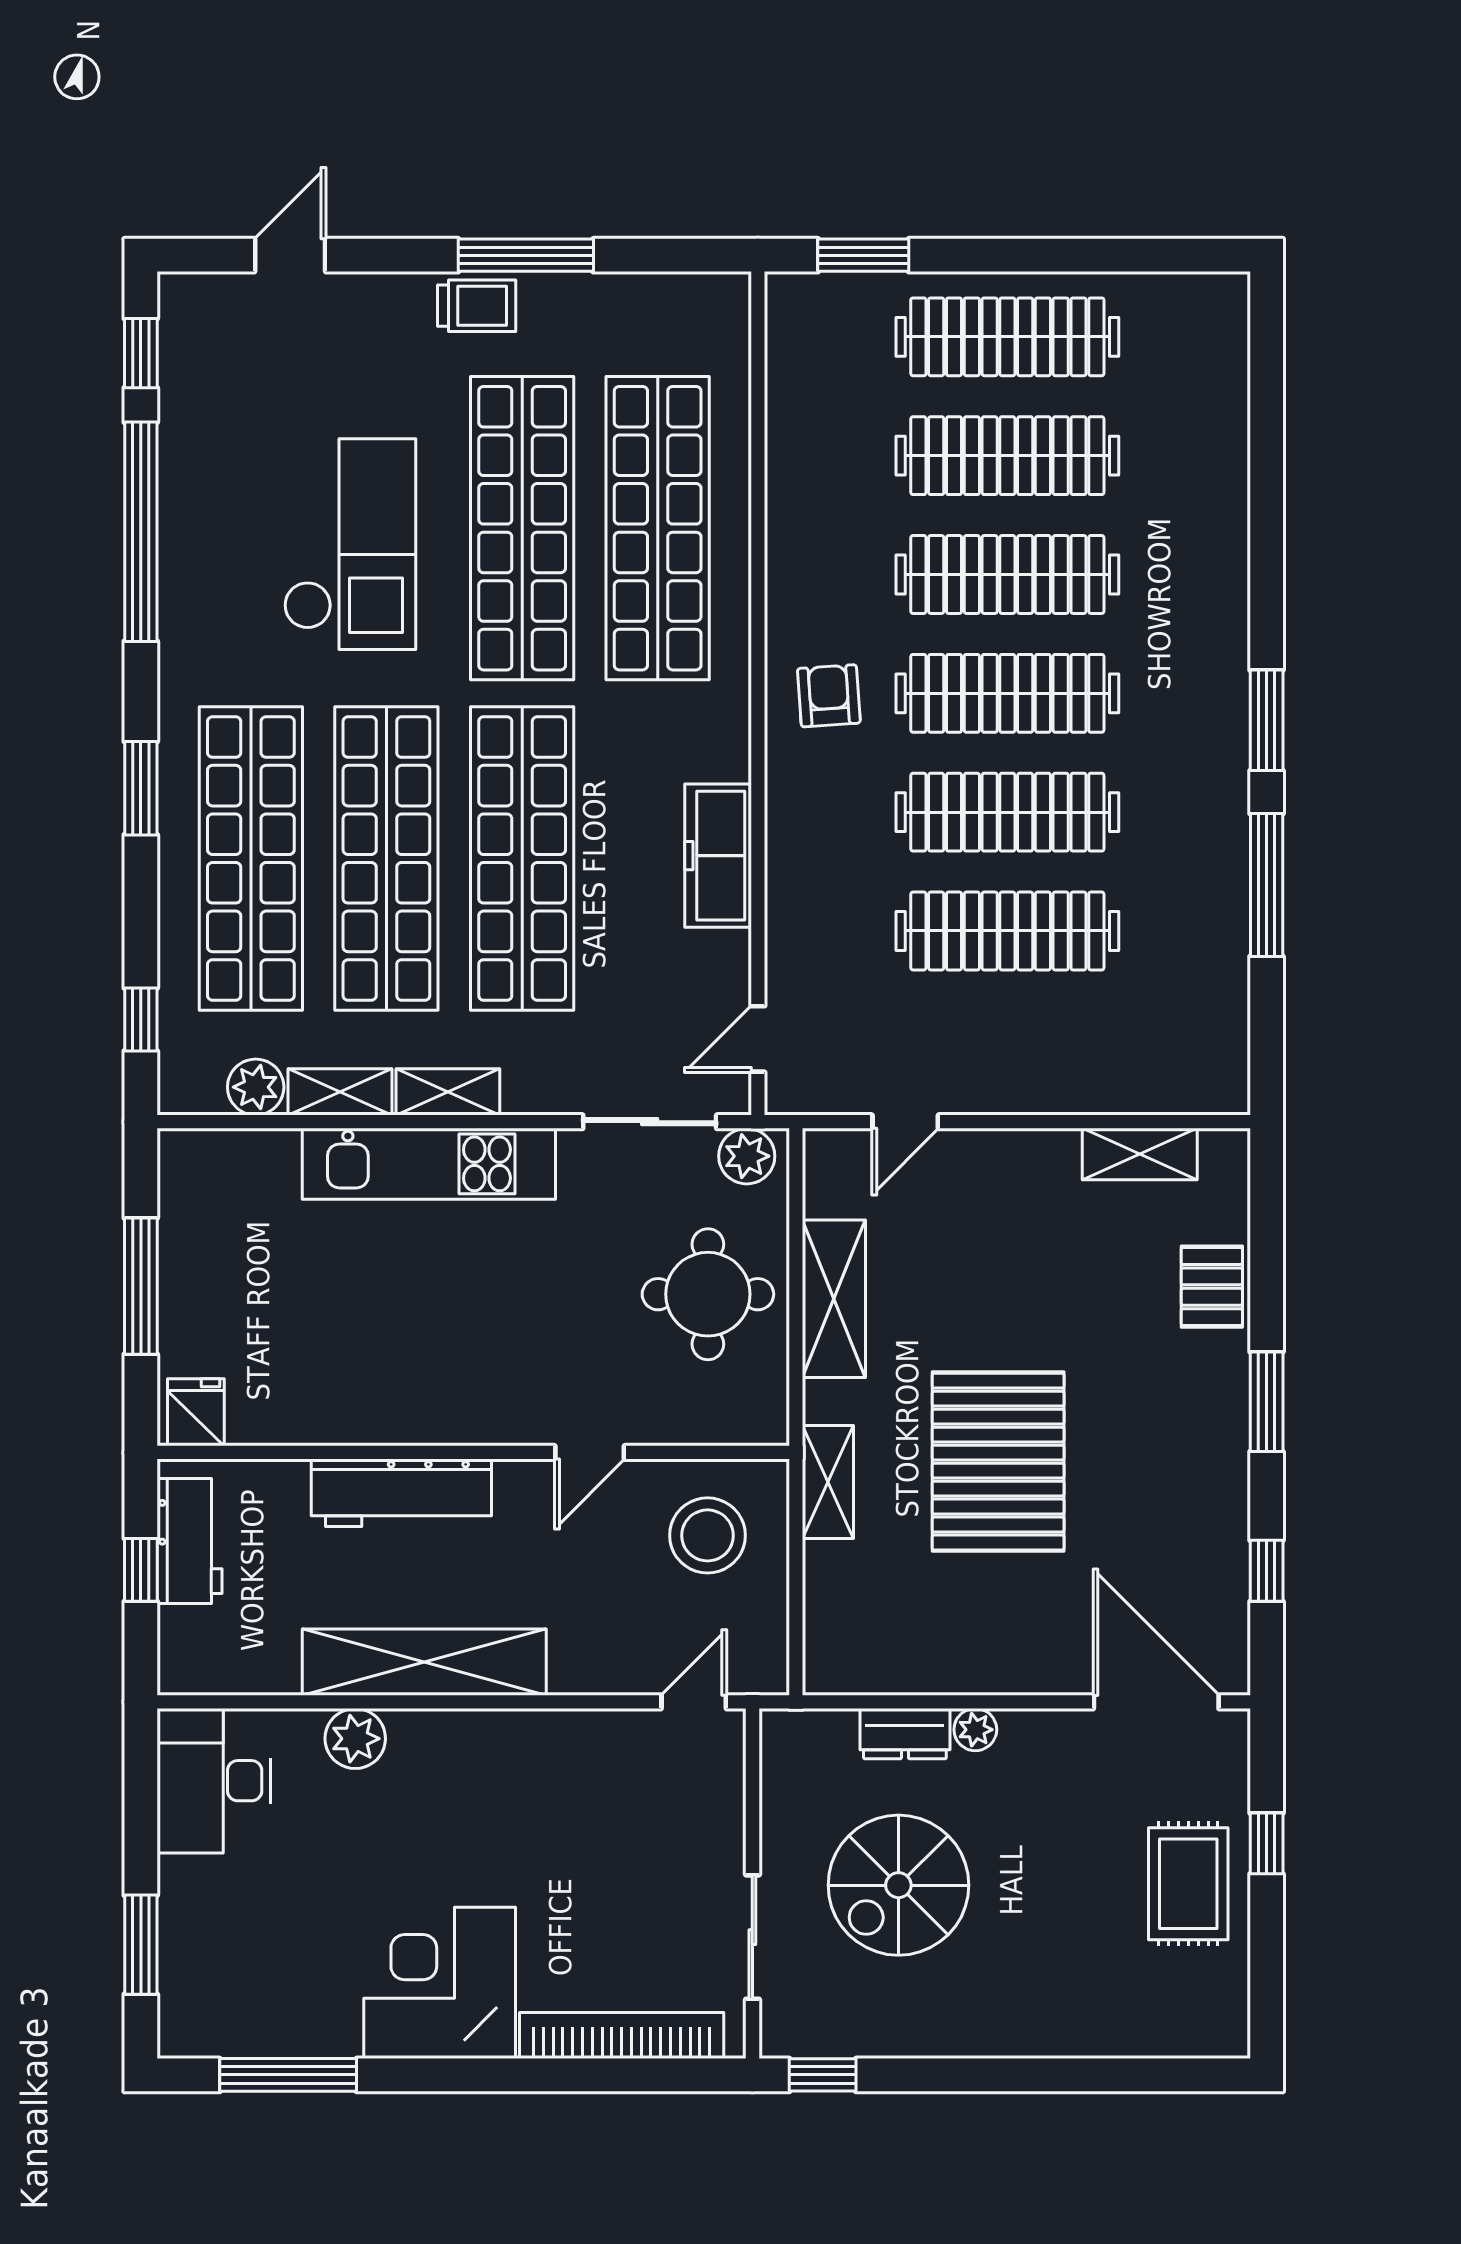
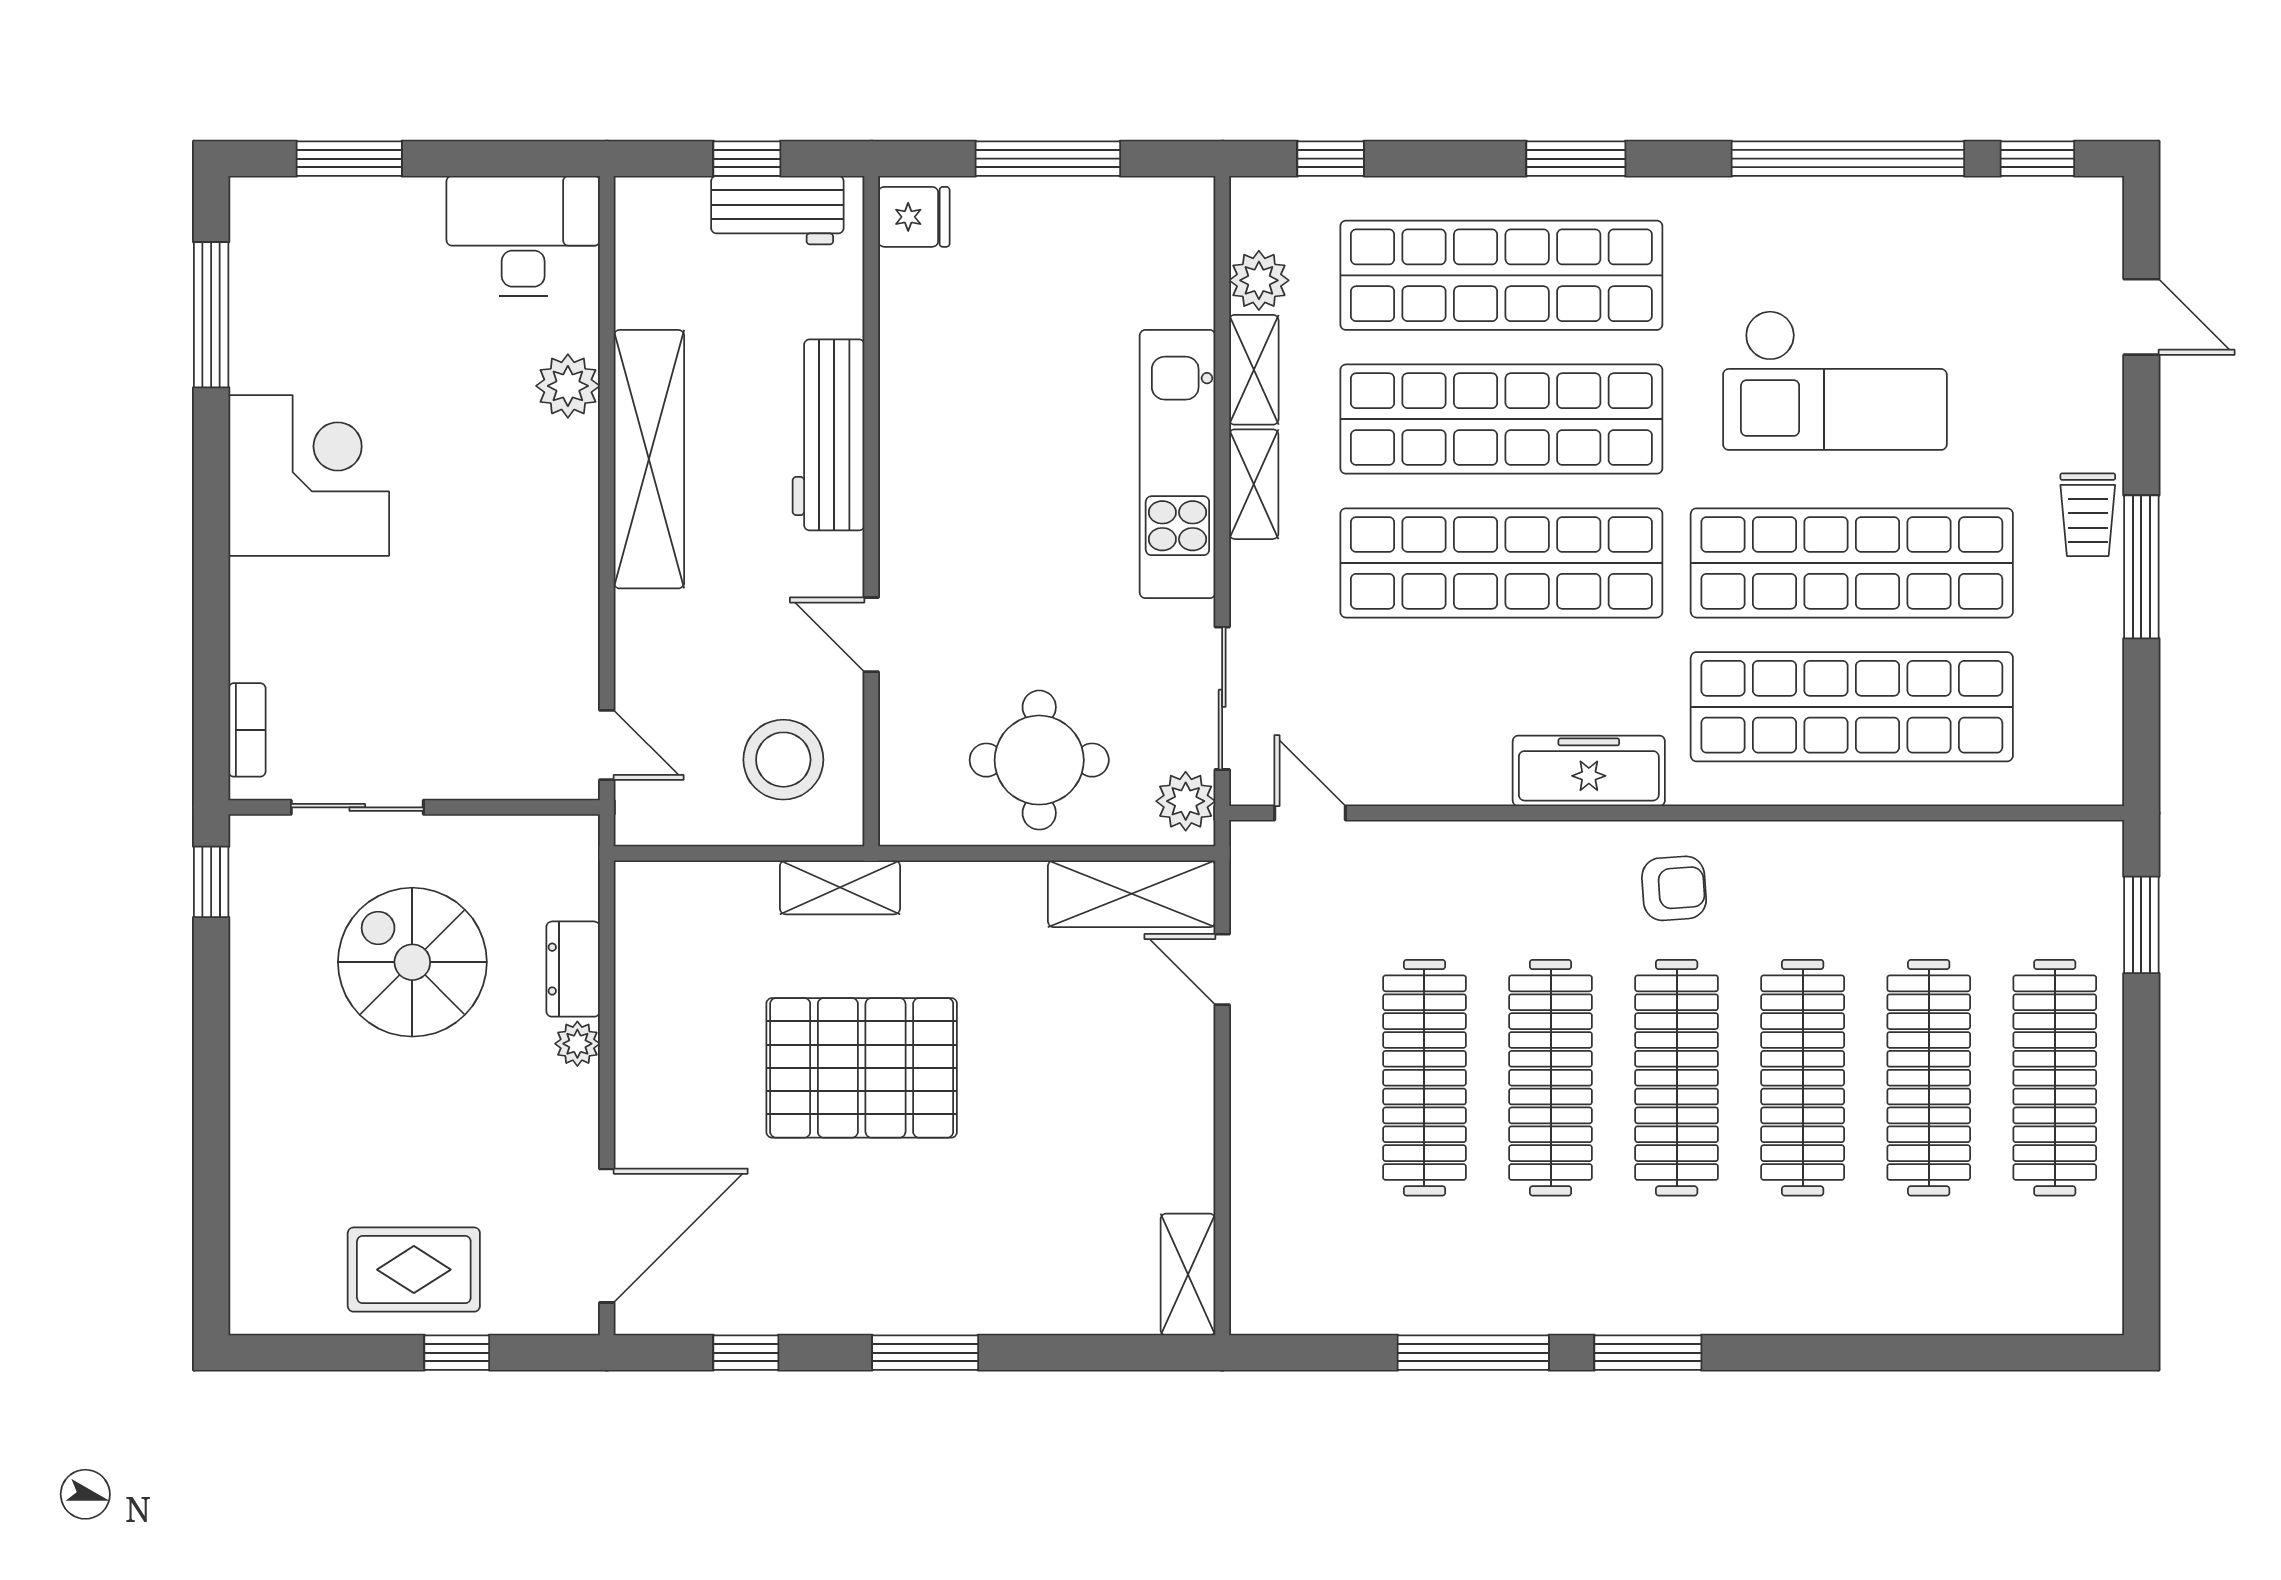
freezer: (718, 856) -> (1589, 771), moved
shelving: (1140, 1154) -> (1188, 1275), moved
pallet: (1212, 1287) -> (1047, 1295), removed
shelving: (834, 1299) -> (1132, 894), moved
bookcase: (622, 2036) -> (247, 730), width x0.43, depth x0.76

